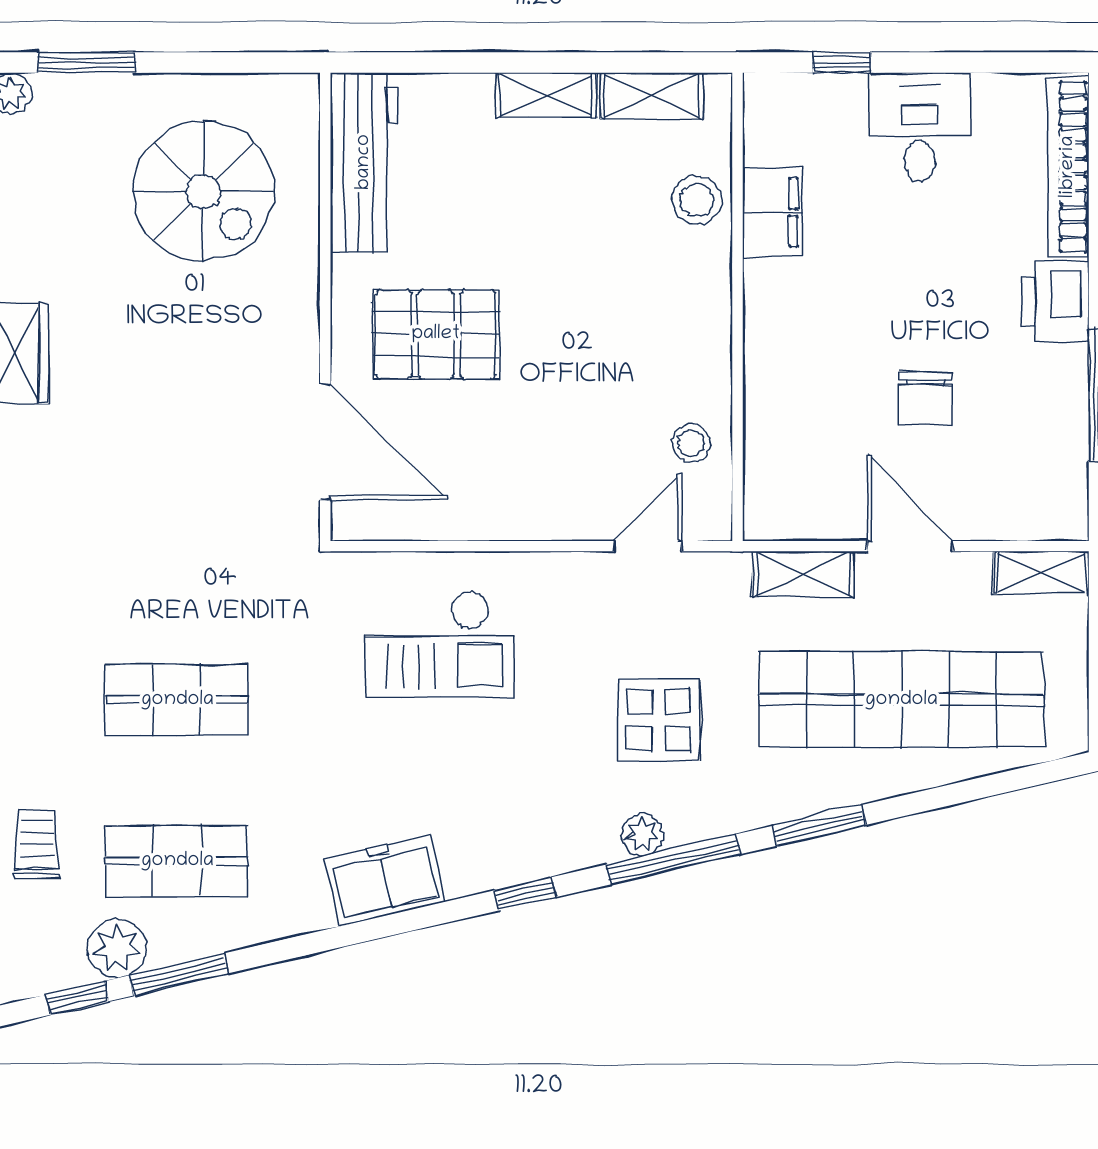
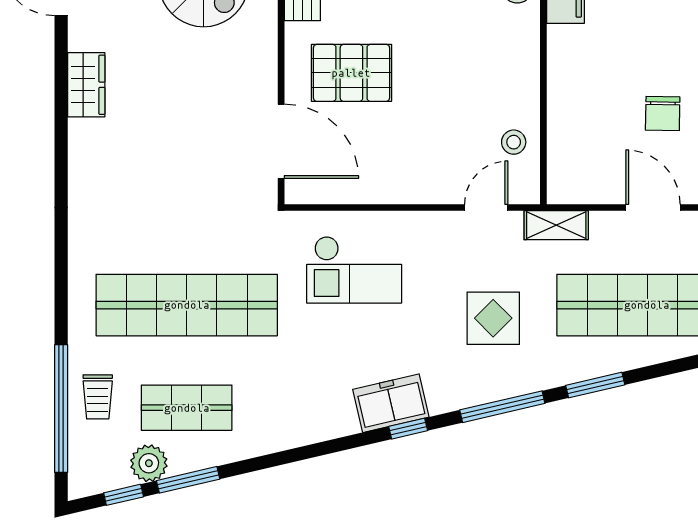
shelving: (803, 574) -> (556, 225), moved
shop shelf: (177, 700) -> (187, 305), width x2.00, depth x1.36
plant: (642, 835) -> (483, 391), removed
trolley: (37, 844) -> (98, 397), turned 180
freezer: (385, 880) -> (391, 403), moved

